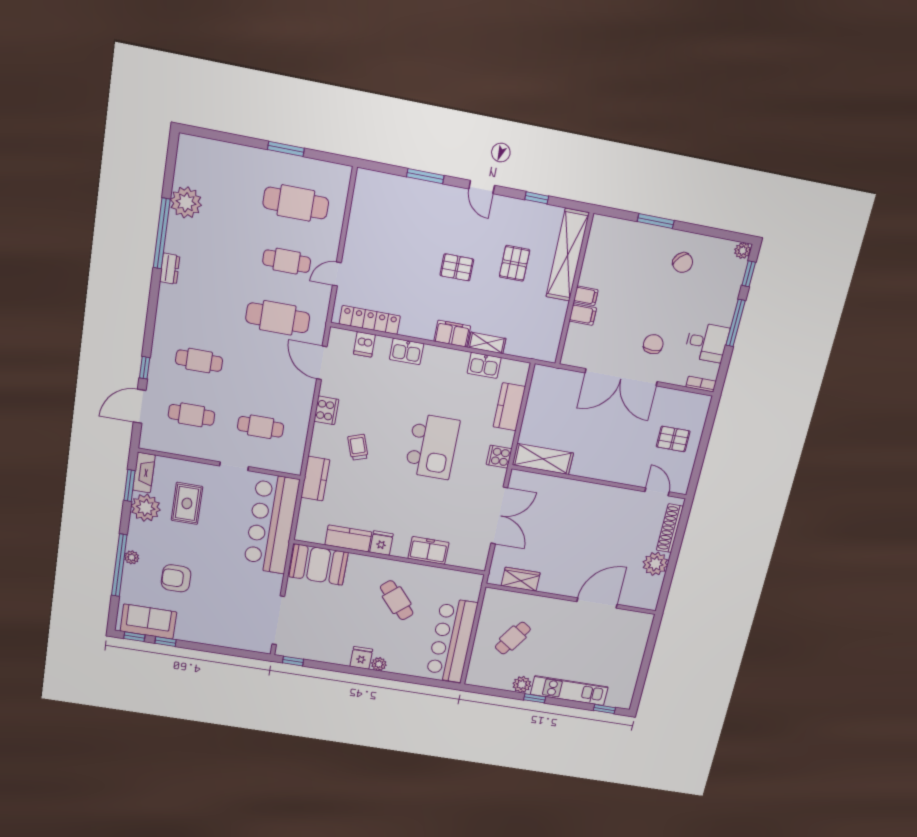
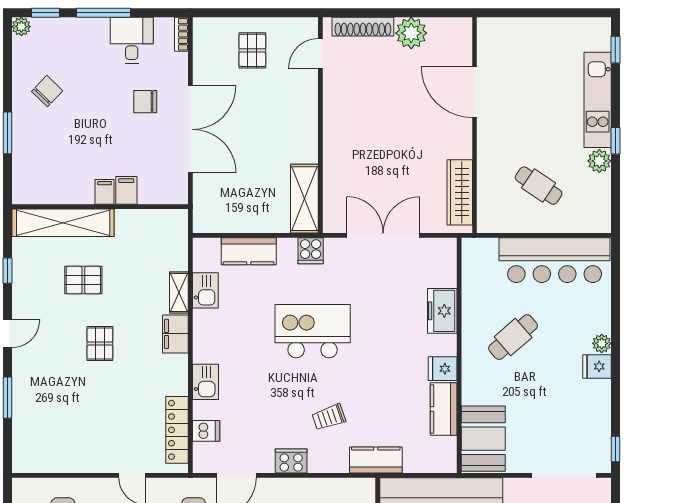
wardrobe: (521, 579) -> (460, 192), width x1.50

